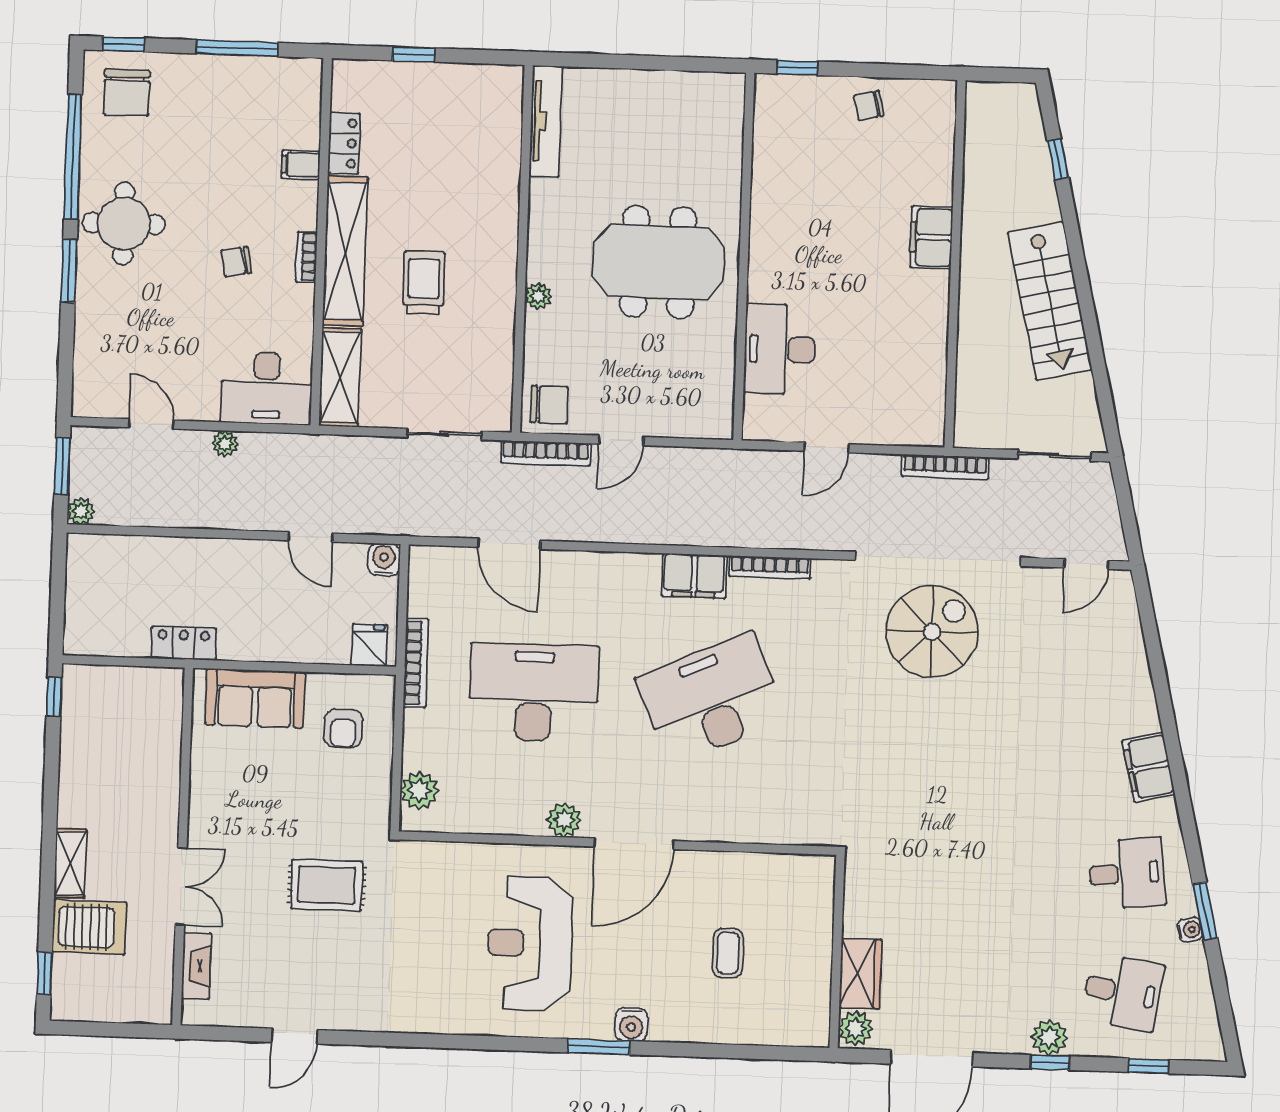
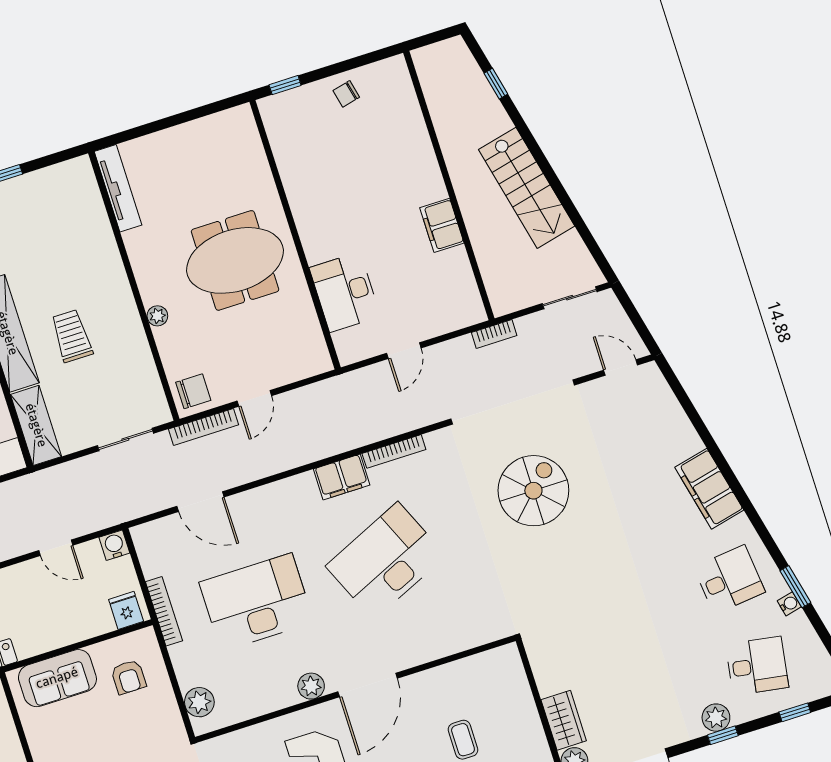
filing cabinet: (931, 237) -> (442, 225), moved
bookcase: (945, 467) -> (494, 334), width x0.64
door: (1086, 564) -> (621, 368), swing flipped
spiral stairs: (932, 632) -> (533, 491), moved
filing cabinet: (1149, 767) -> (709, 489), width x1.50, depth x1.17

